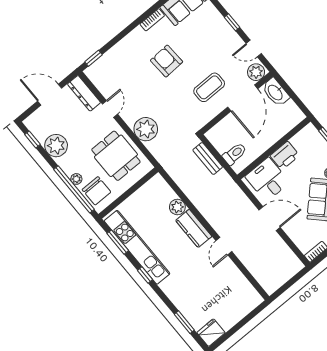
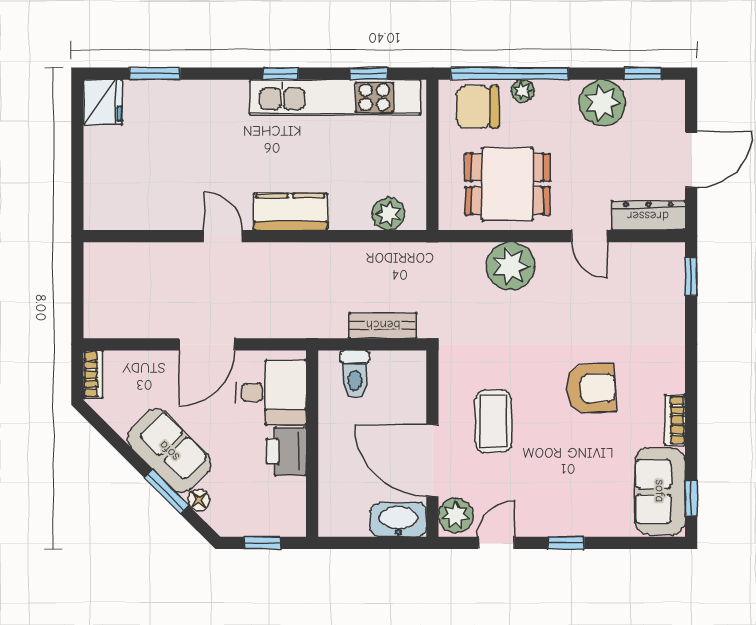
plant: (177, 207) -> (389, 214), moved
window: (118, 242) -> (369, 74), width x0.67

